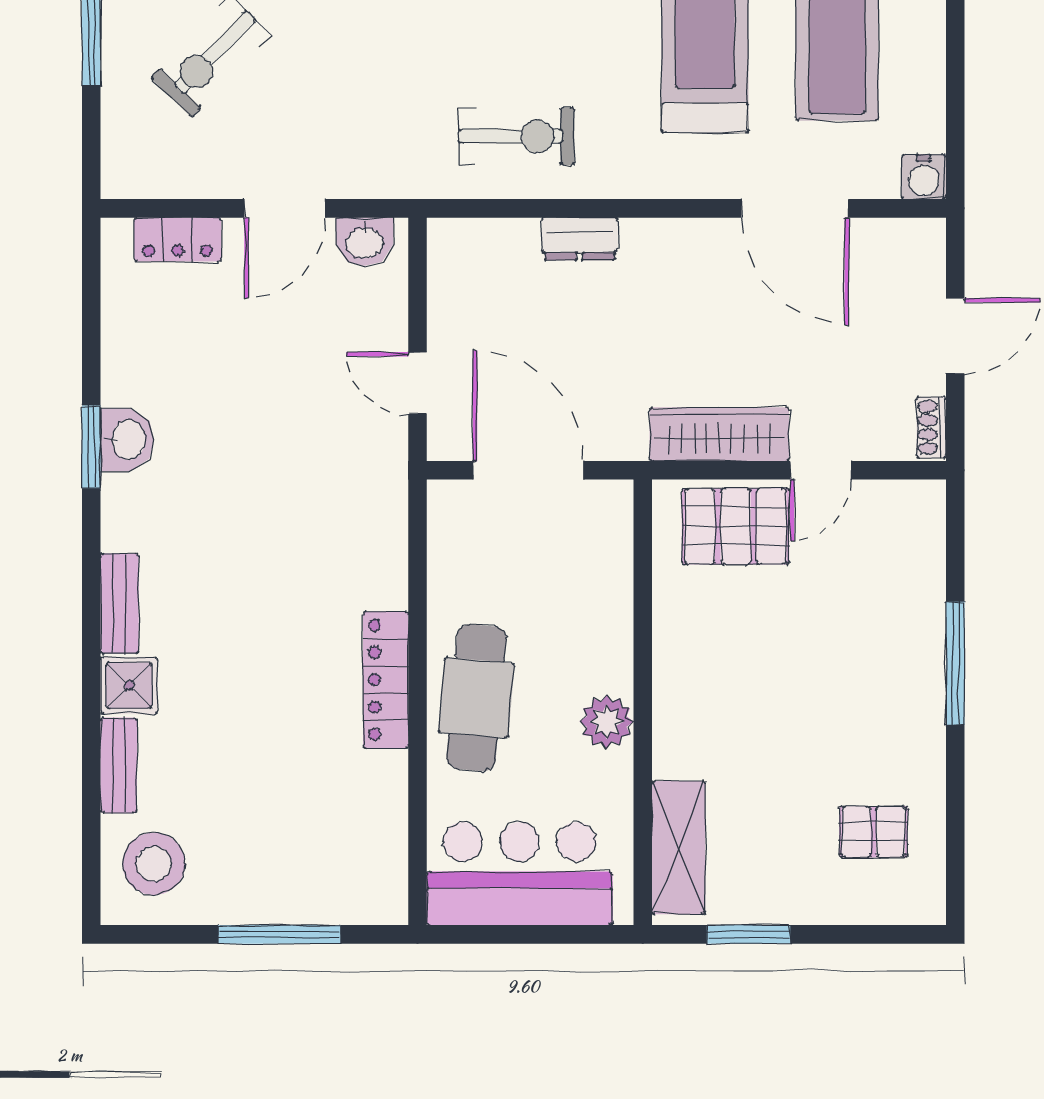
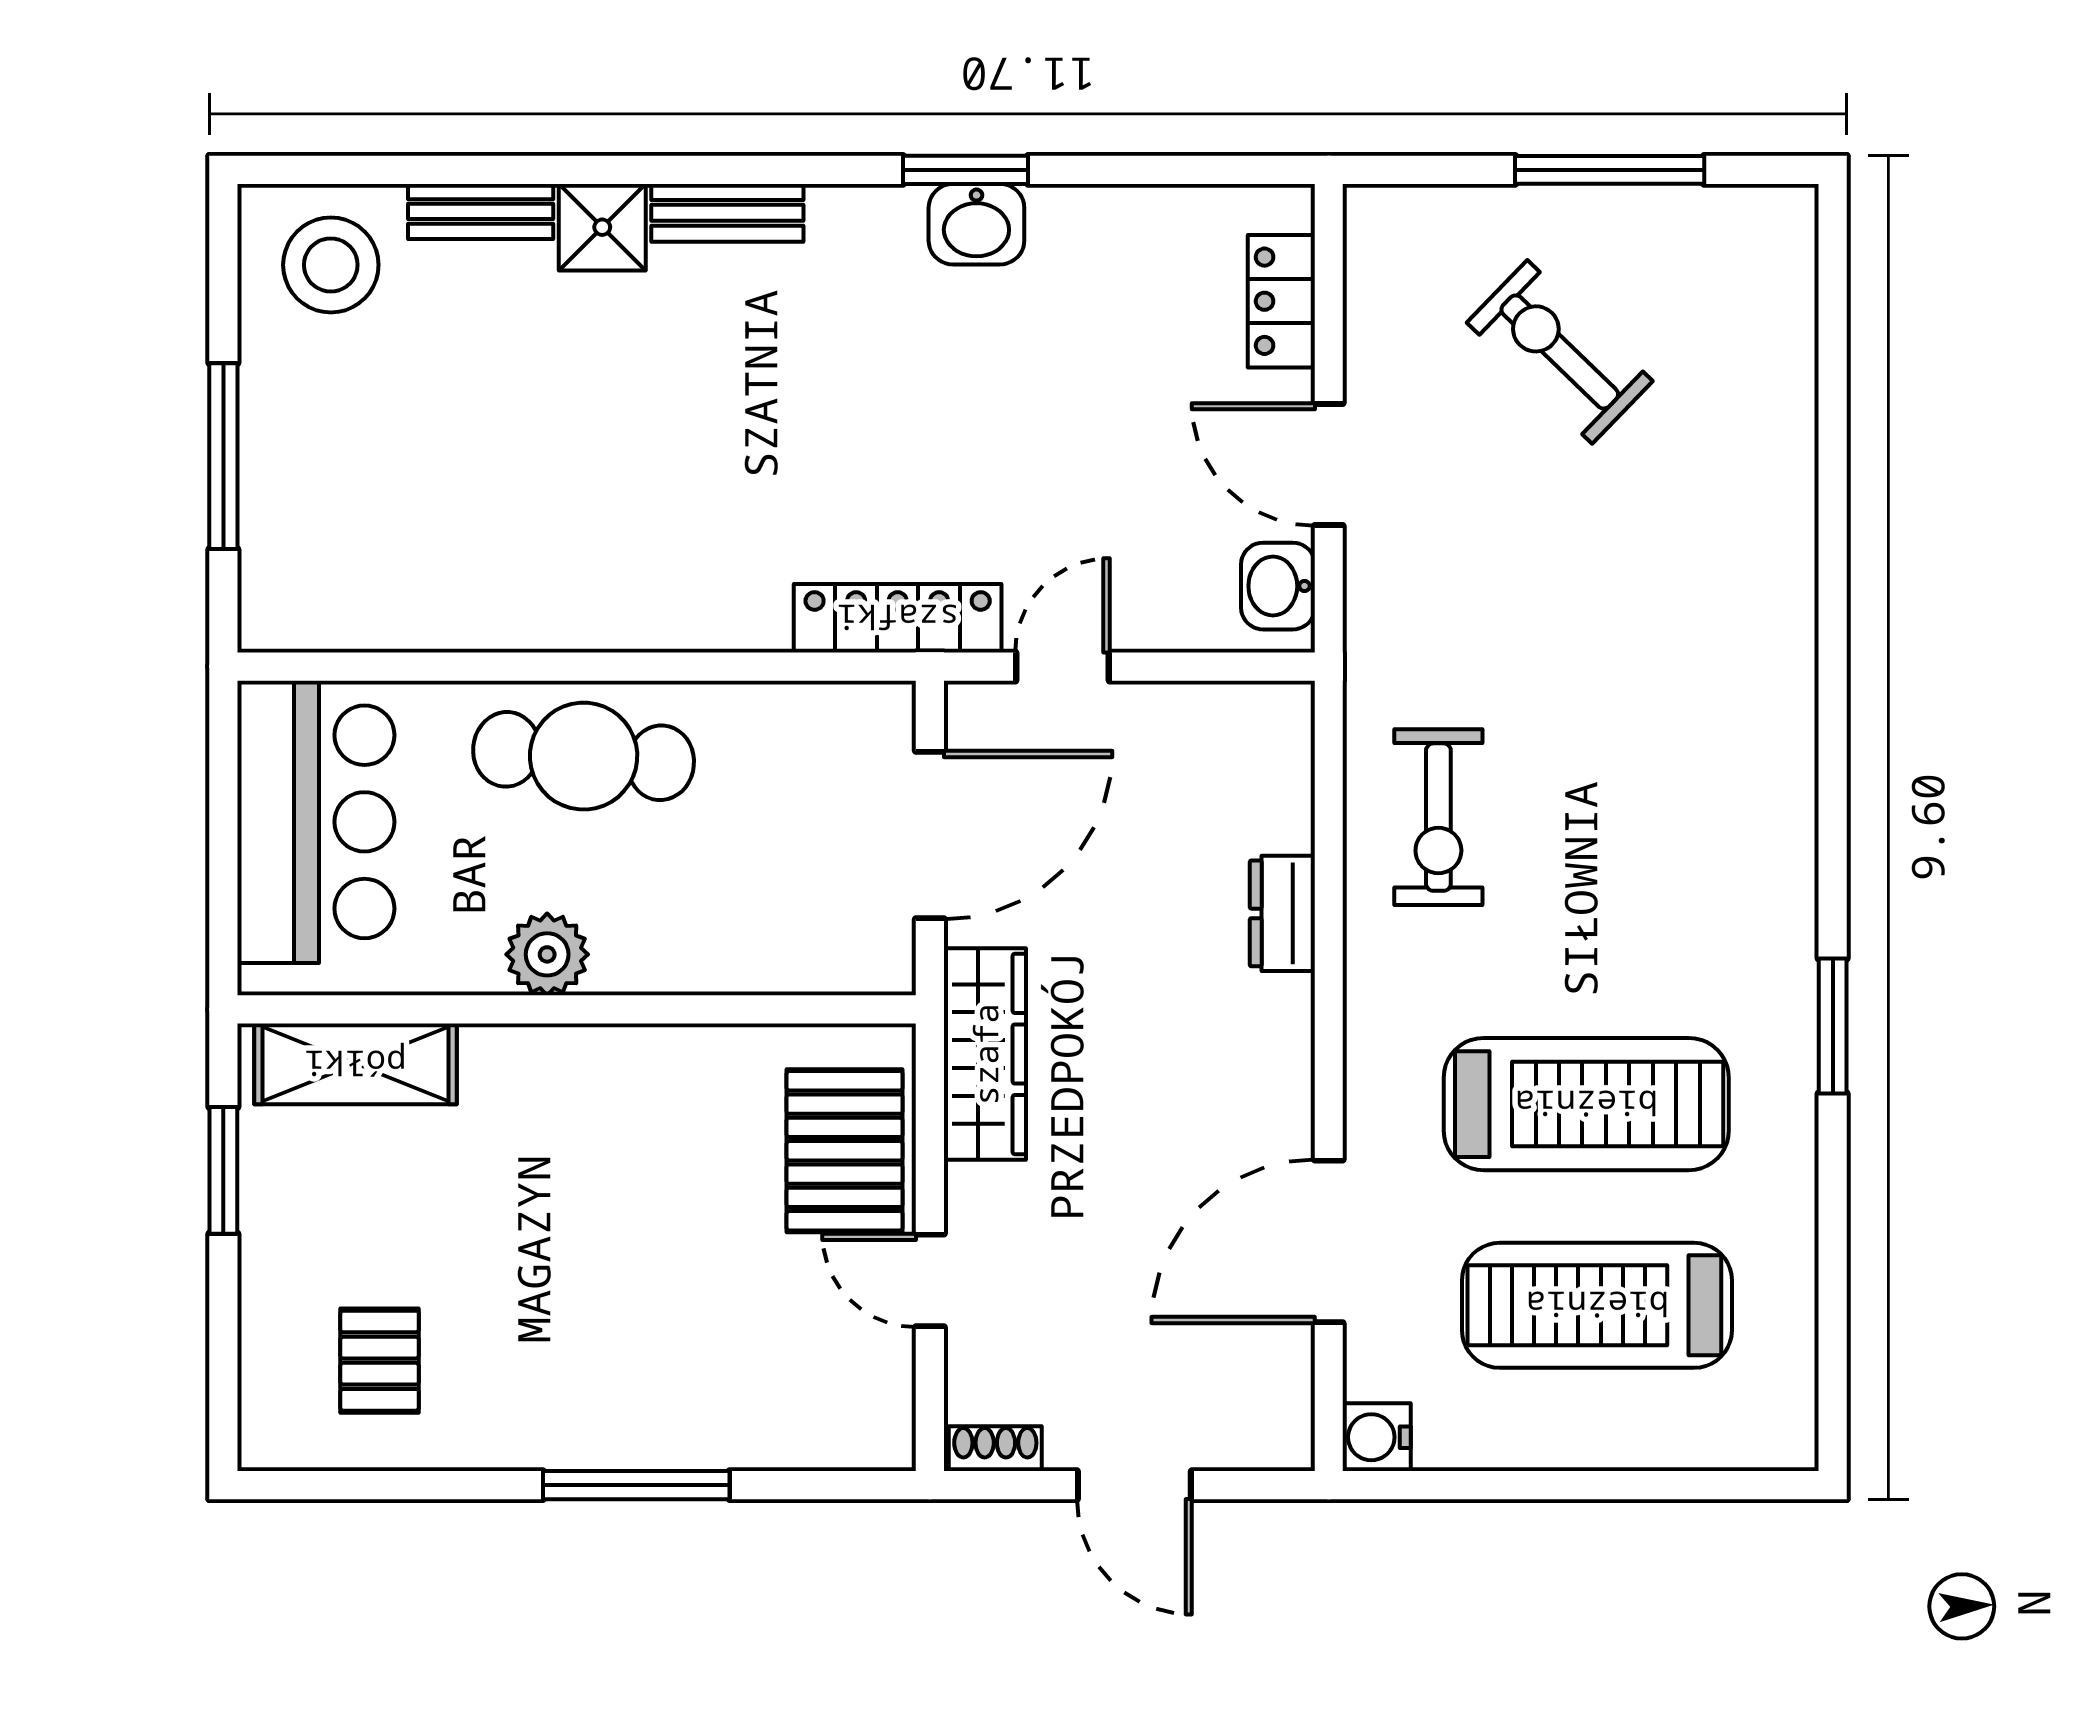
wardrobe: (719, 434) -> (985, 1054), moved
locker: (386, 680) -> (898, 618), moved

